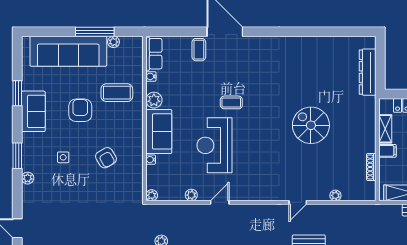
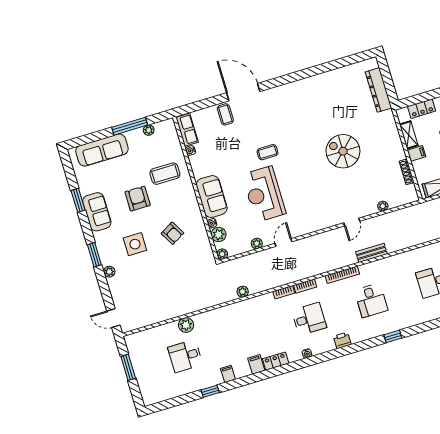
sofa: (68, 51) -> (102, 150), width x0.74, depth x0.79
plant: (154, 100) -> (219, 234), moved
side table: (63, 157) -> (135, 244), width x1.87, depth x1.87

